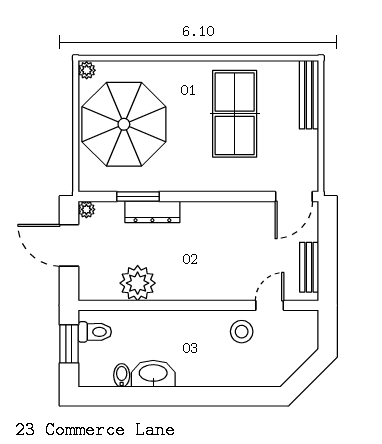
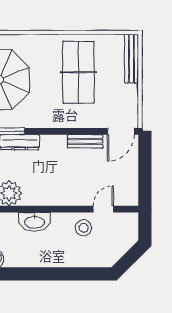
bench: (309, 267) -> (85, 141), moved, turned 90
washbasin: (153, 374) -> (34, 222), moved, turned 180

